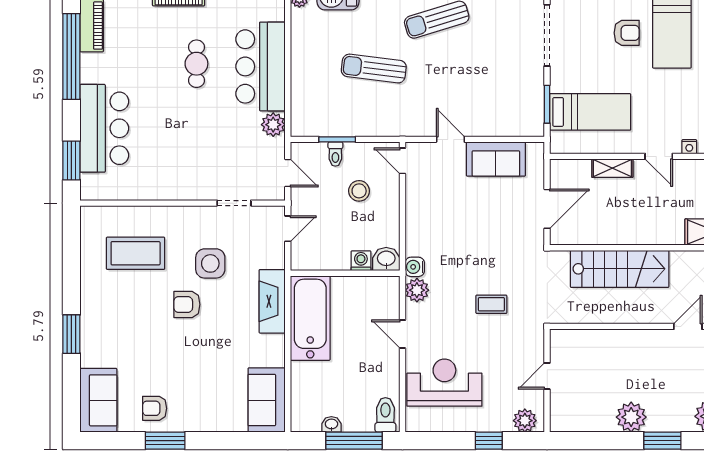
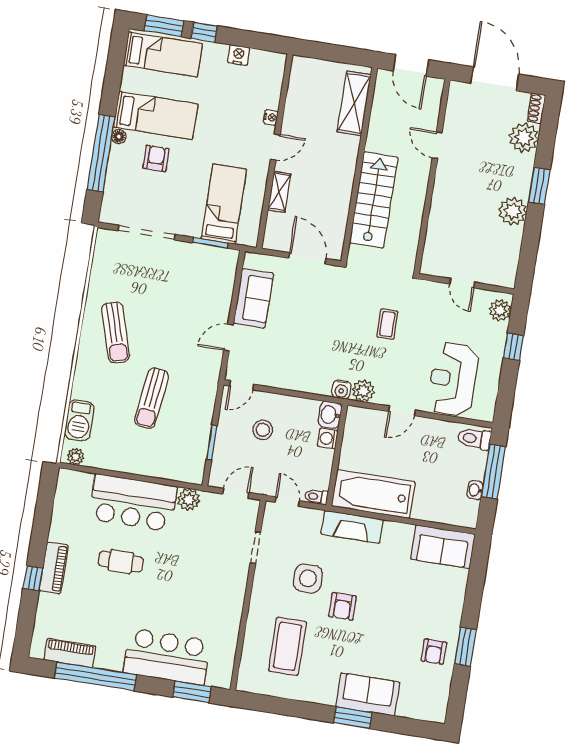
toilet: (335, 154) -> (316, 497), moved, turned 180
sofa: (98, 400) -> (368, 694), moved

